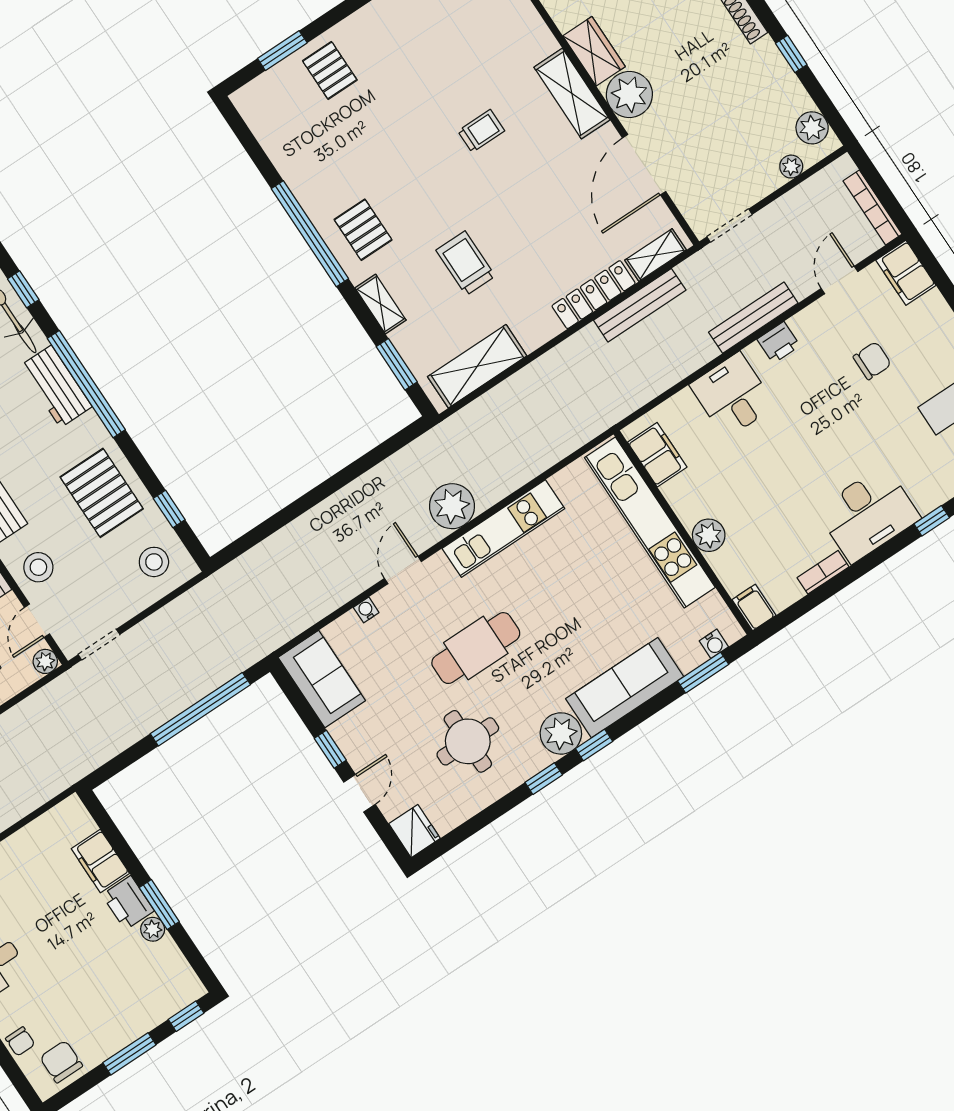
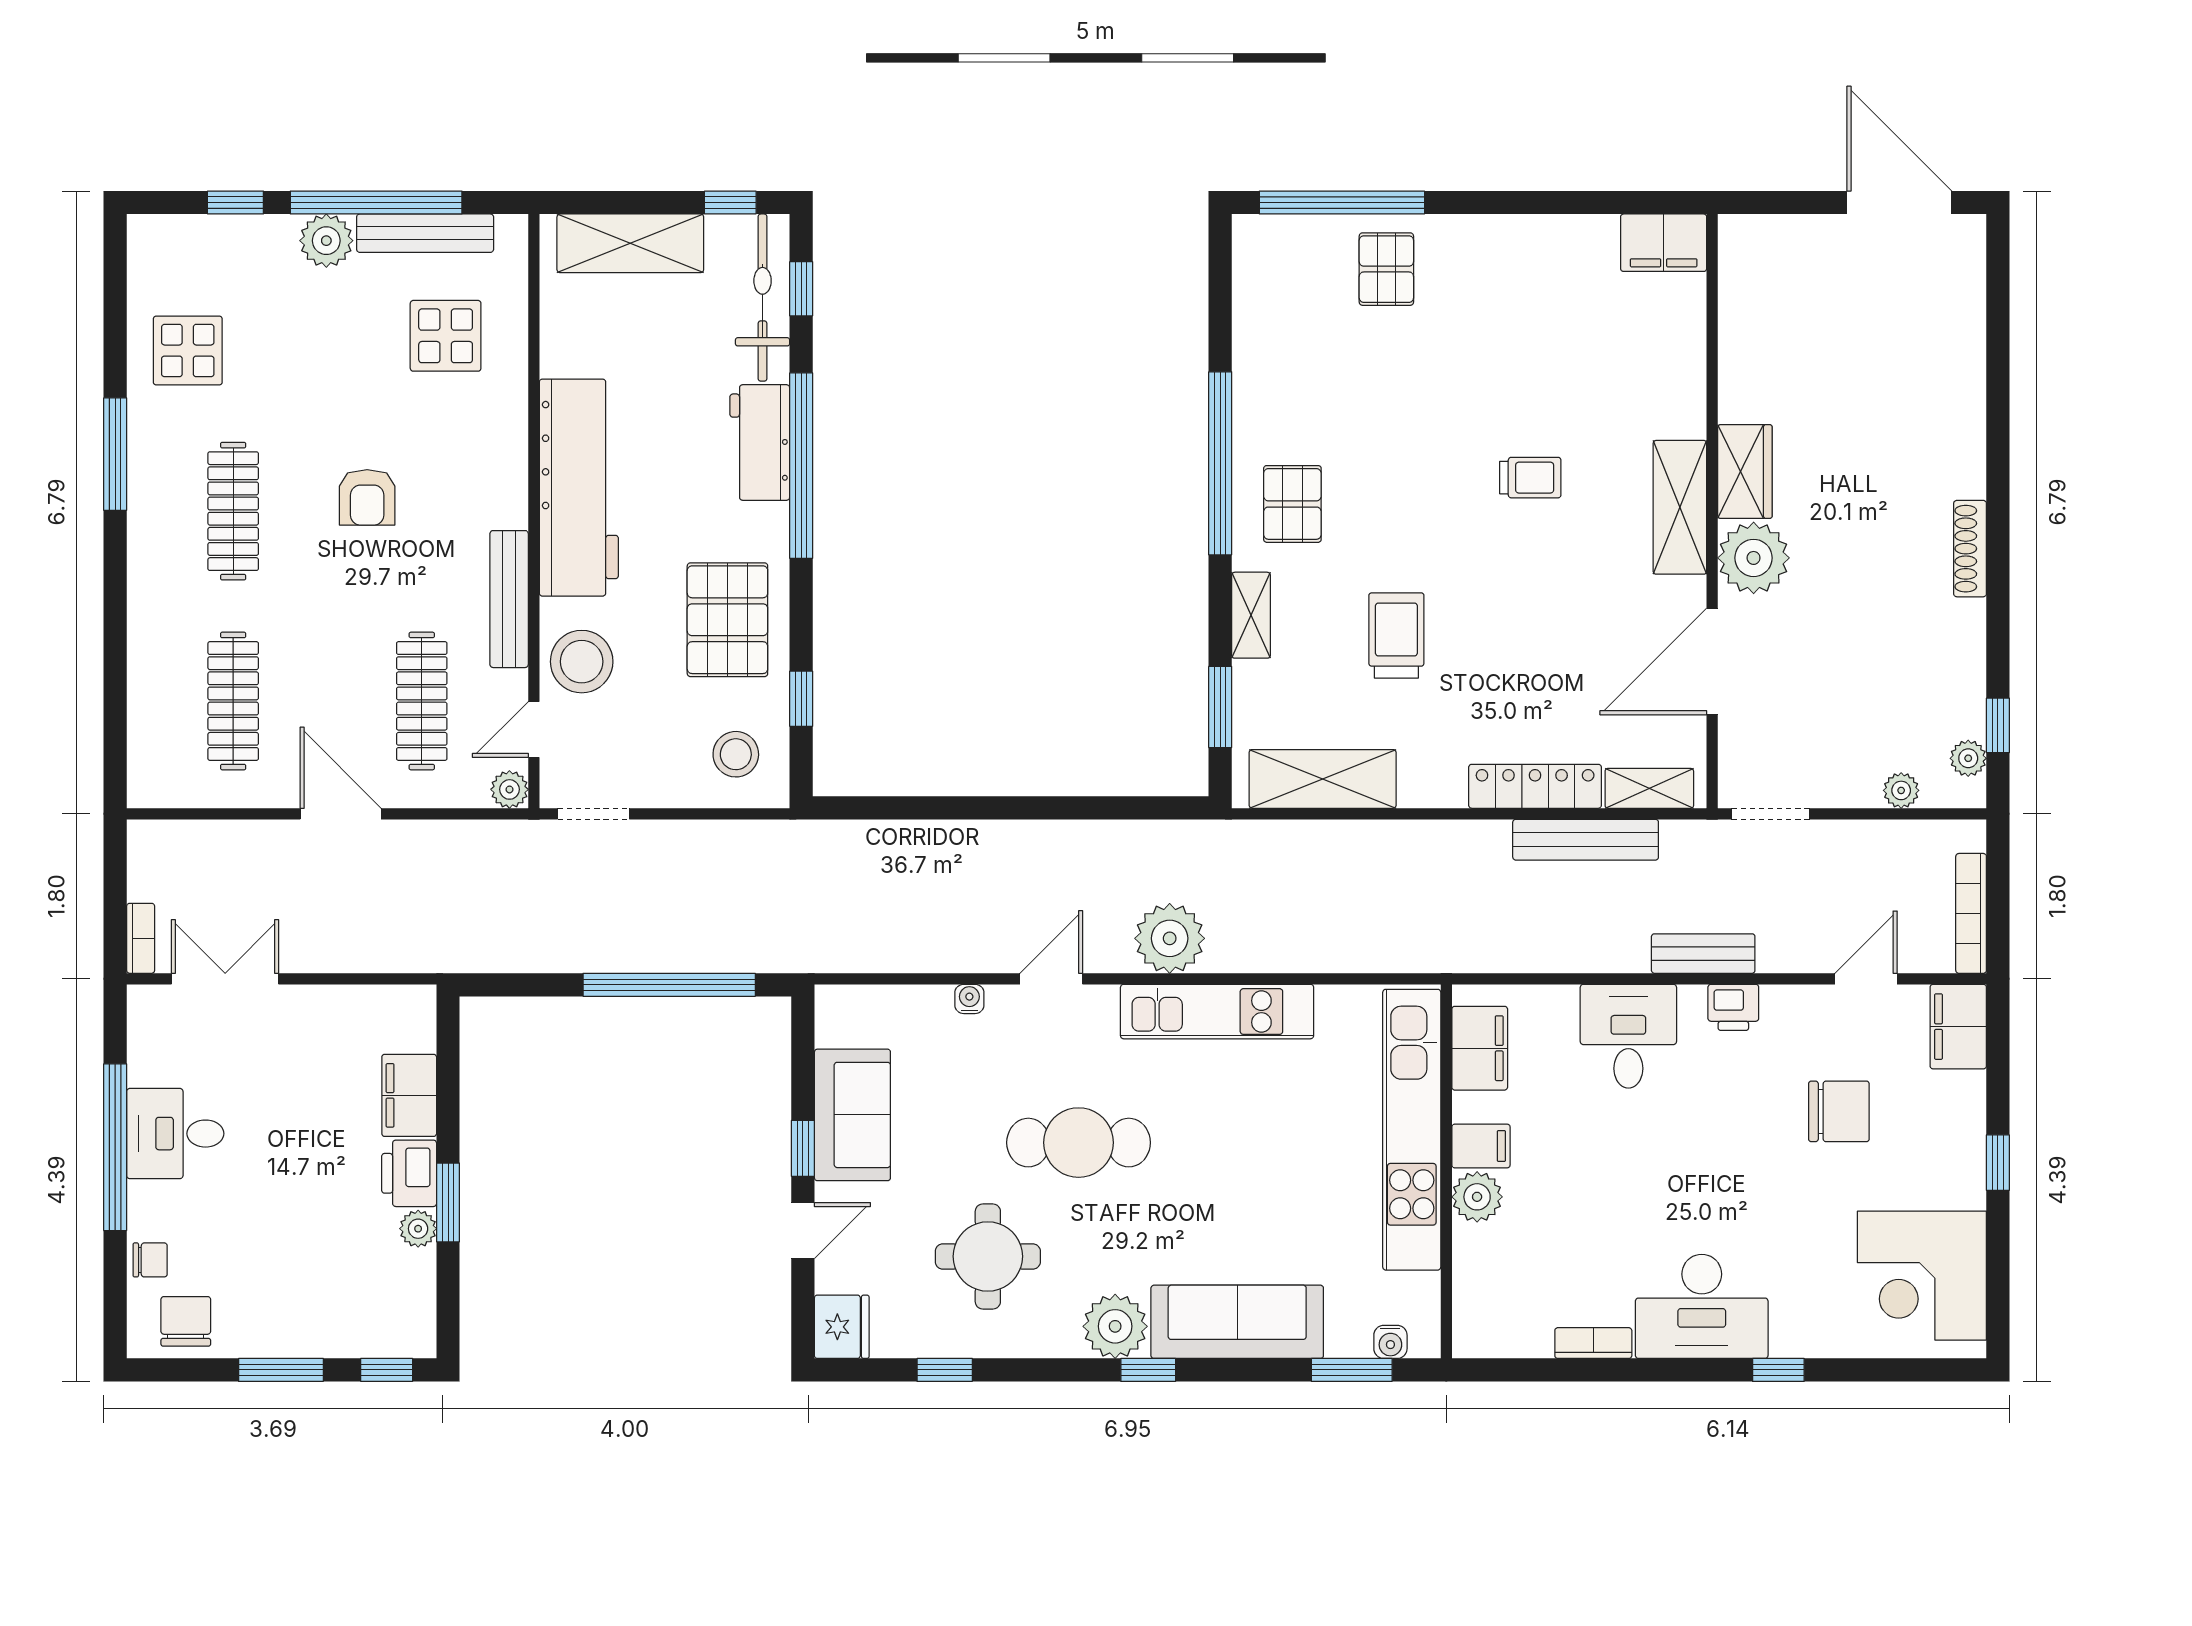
window: (282, 51) -> (1342, 203), width x2.11
window: (791, 54) -> (1998, 725), moved
plant: (812, 128) -> (1968, 758), width x0.73, depth x0.73
bench: (753, 318) -> (1703, 954), width x0.73
chair: (872, 361) -> (1839, 1111), width x1.37, depth x1.37
stool: (38, 567) -> (582, 662), width x1.38, depth x1.38
filing cabinet: (754, 607) -> (1481, 1146), moved, turned 90
sofa: (322, 679) -> (852, 1115), moved
window: (544, 779) -> (945, 1370), moved
chair: (20, 1041) -> (150, 1260), turned -90

